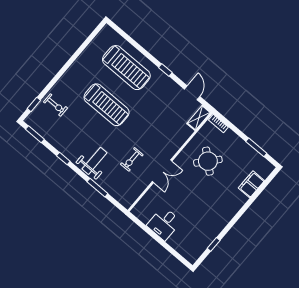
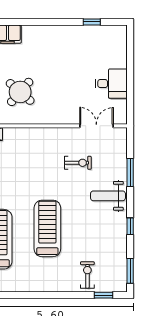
double door: (162, 171) -> (96, 126), moved

